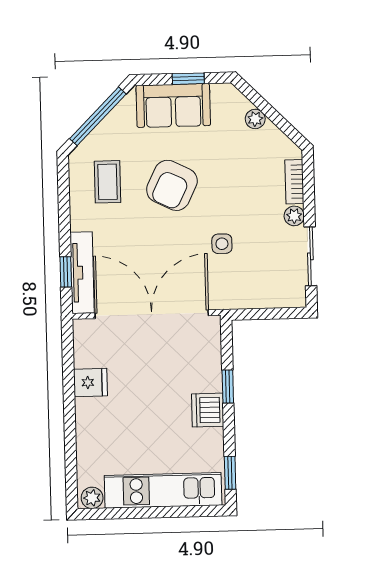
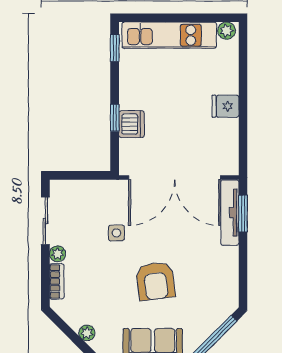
coffee table: (108, 182) -> (207, 285), removed
armchair: (172, 185) -> (156, 281), turned 147
window: (66, 272) -> (243, 214), width x1.50
fridge: (90, 382) -> (225, 106), moved
dishwasher: (208, 410) -> (132, 124), moved

